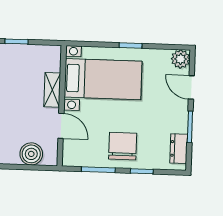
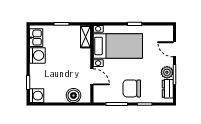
plant: (181, 59) -> (167, 72), moved
shelving: (52, 90) -> (86, 37), moved
chair: (123, 146) -> (132, 88), turned -90

